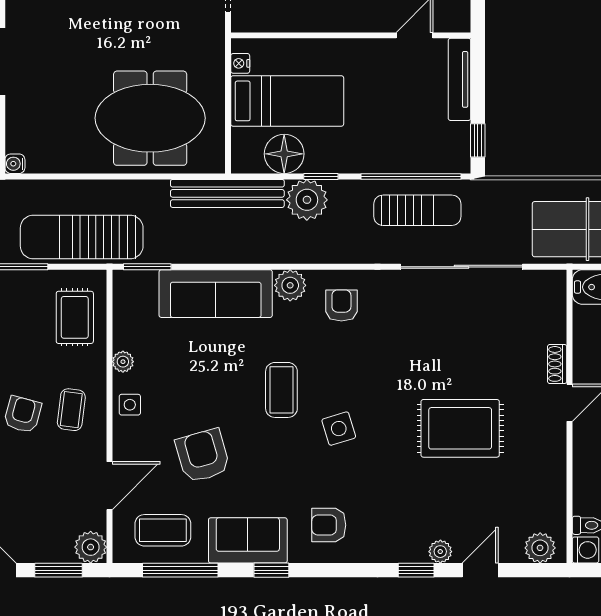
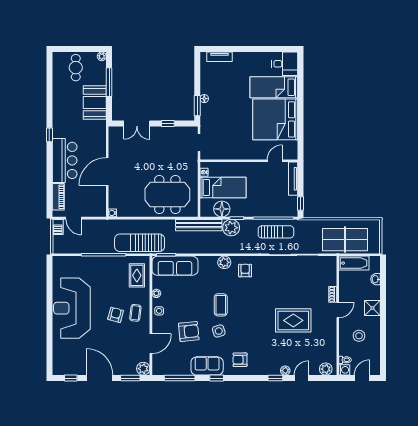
sofa: (216, 294) -> (175, 266), moved
side table: (339, 429) -> (219, 331), moved
armchair: (203, 456) -> (189, 332), turned 100
coffee table: (163, 530) -> (173, 362), removed

